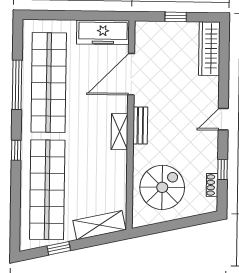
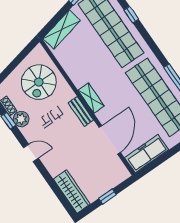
door: (223, 119) -> (31, 153), hinge flipped
window: (16, 150) -> (131, 15), moved
plant: (208, 162) -> (21, 119), added

